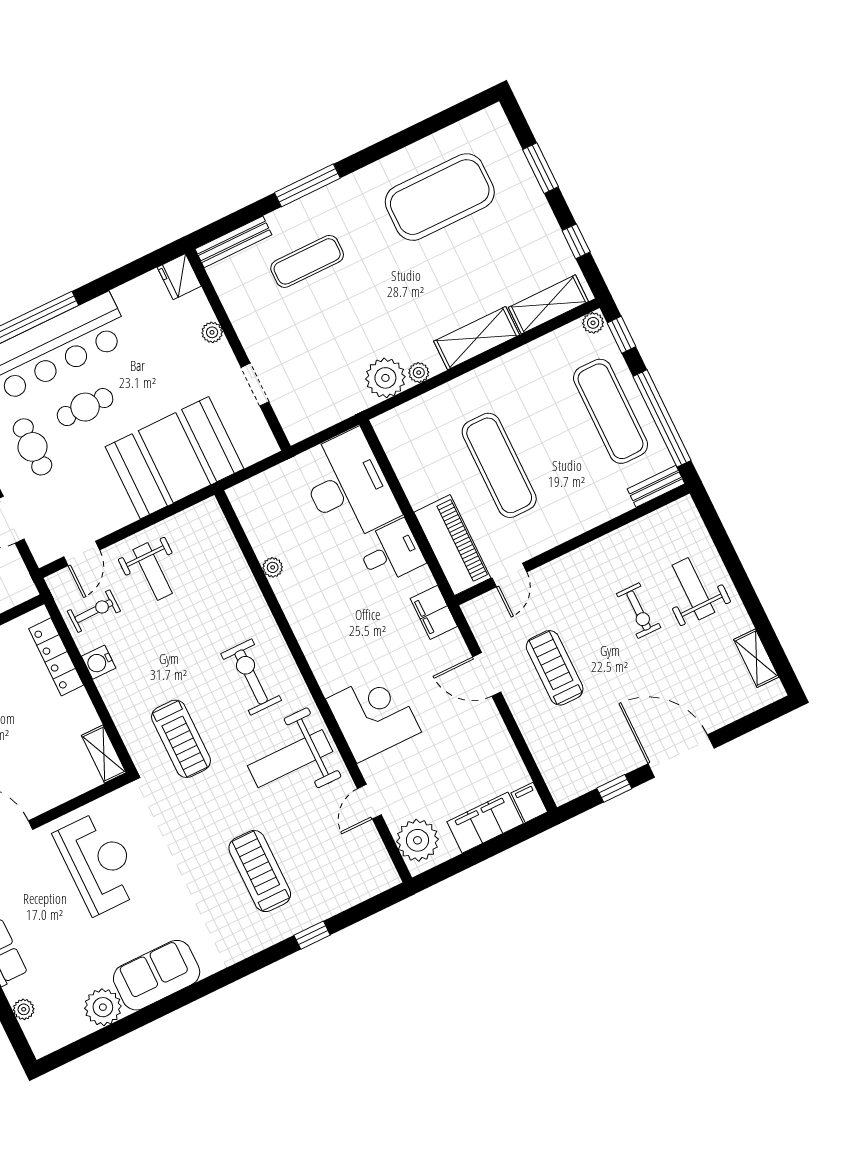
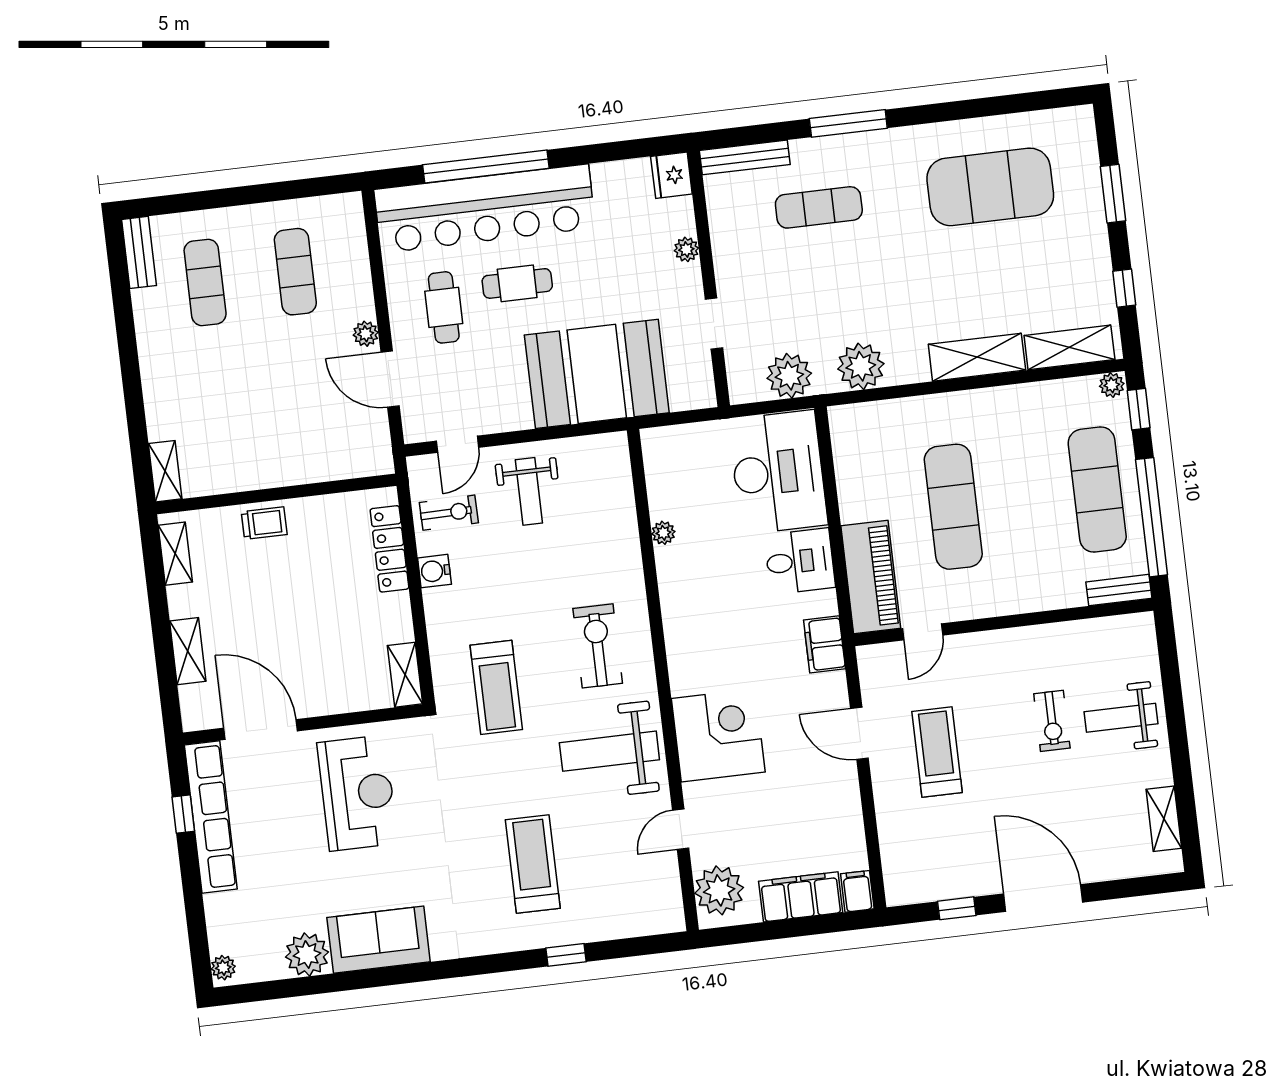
plant: (419, 373) -> (789, 376), moved, width x1.88, depth x1.88
weight bench: (693, 589) -> (1121, 718), turned -90
plant: (24, 1009) -> (223, 968), moved

